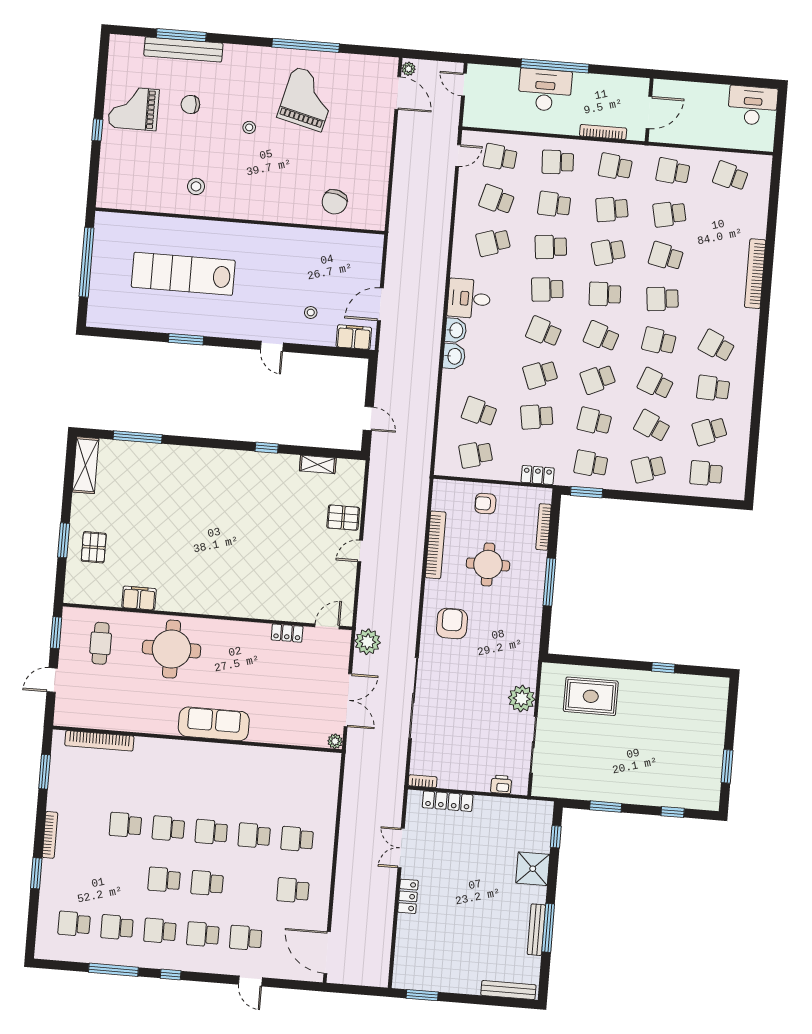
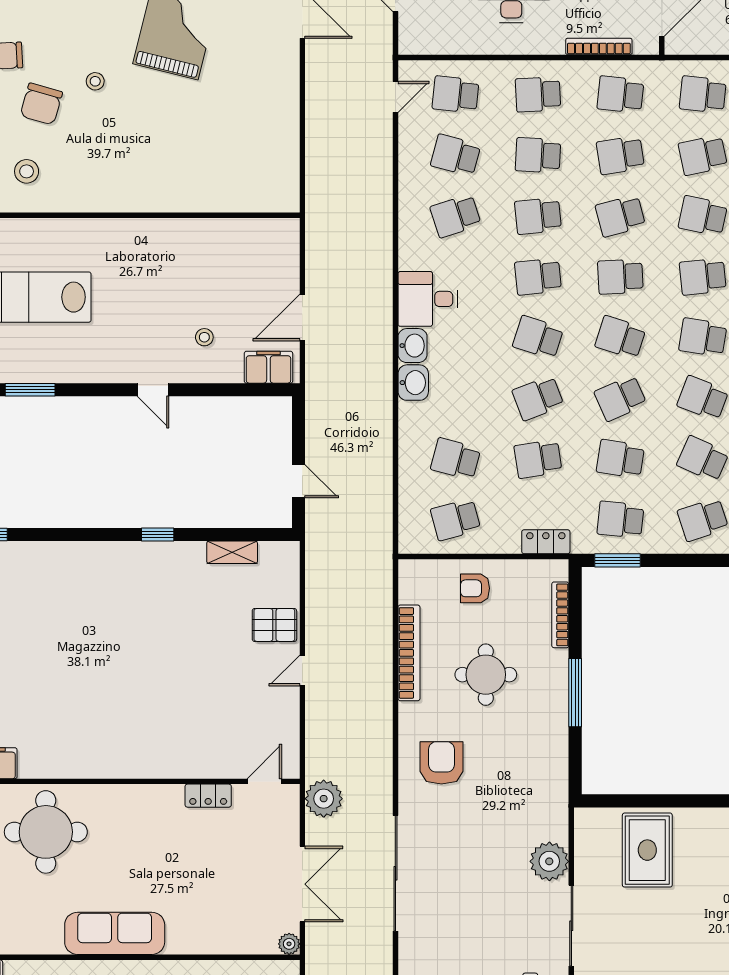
chair: (335, 202) -> (41, 104), moved
rug: (591, 696) -> (647, 850), turned 90

